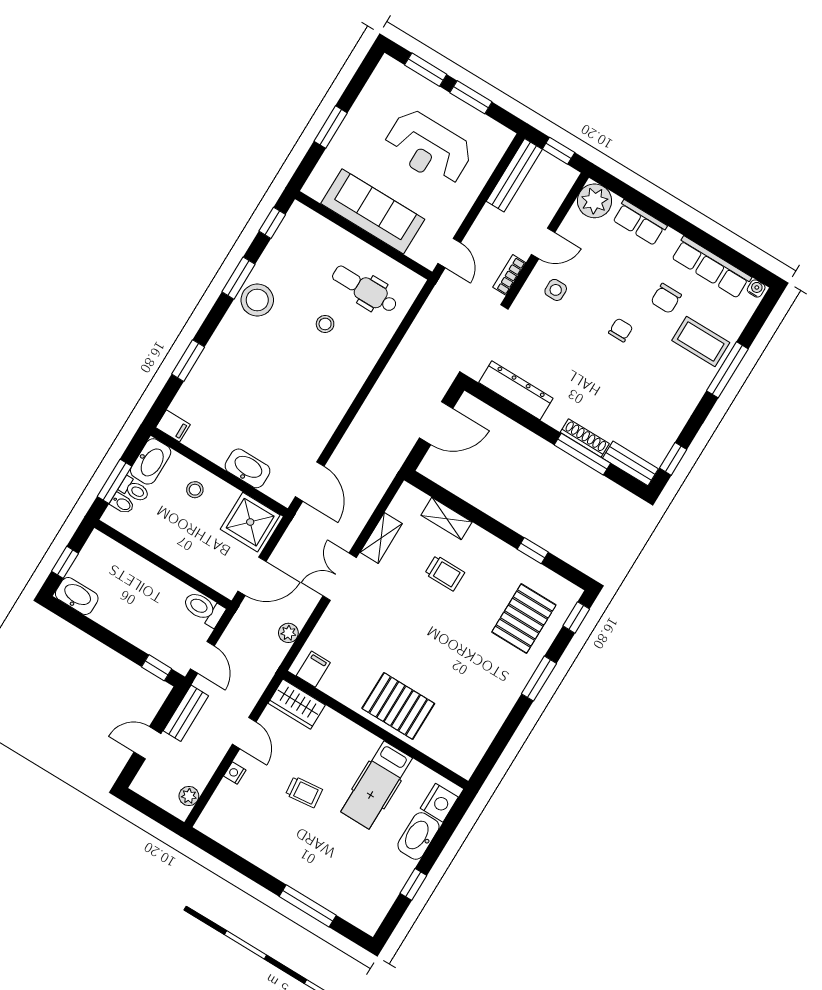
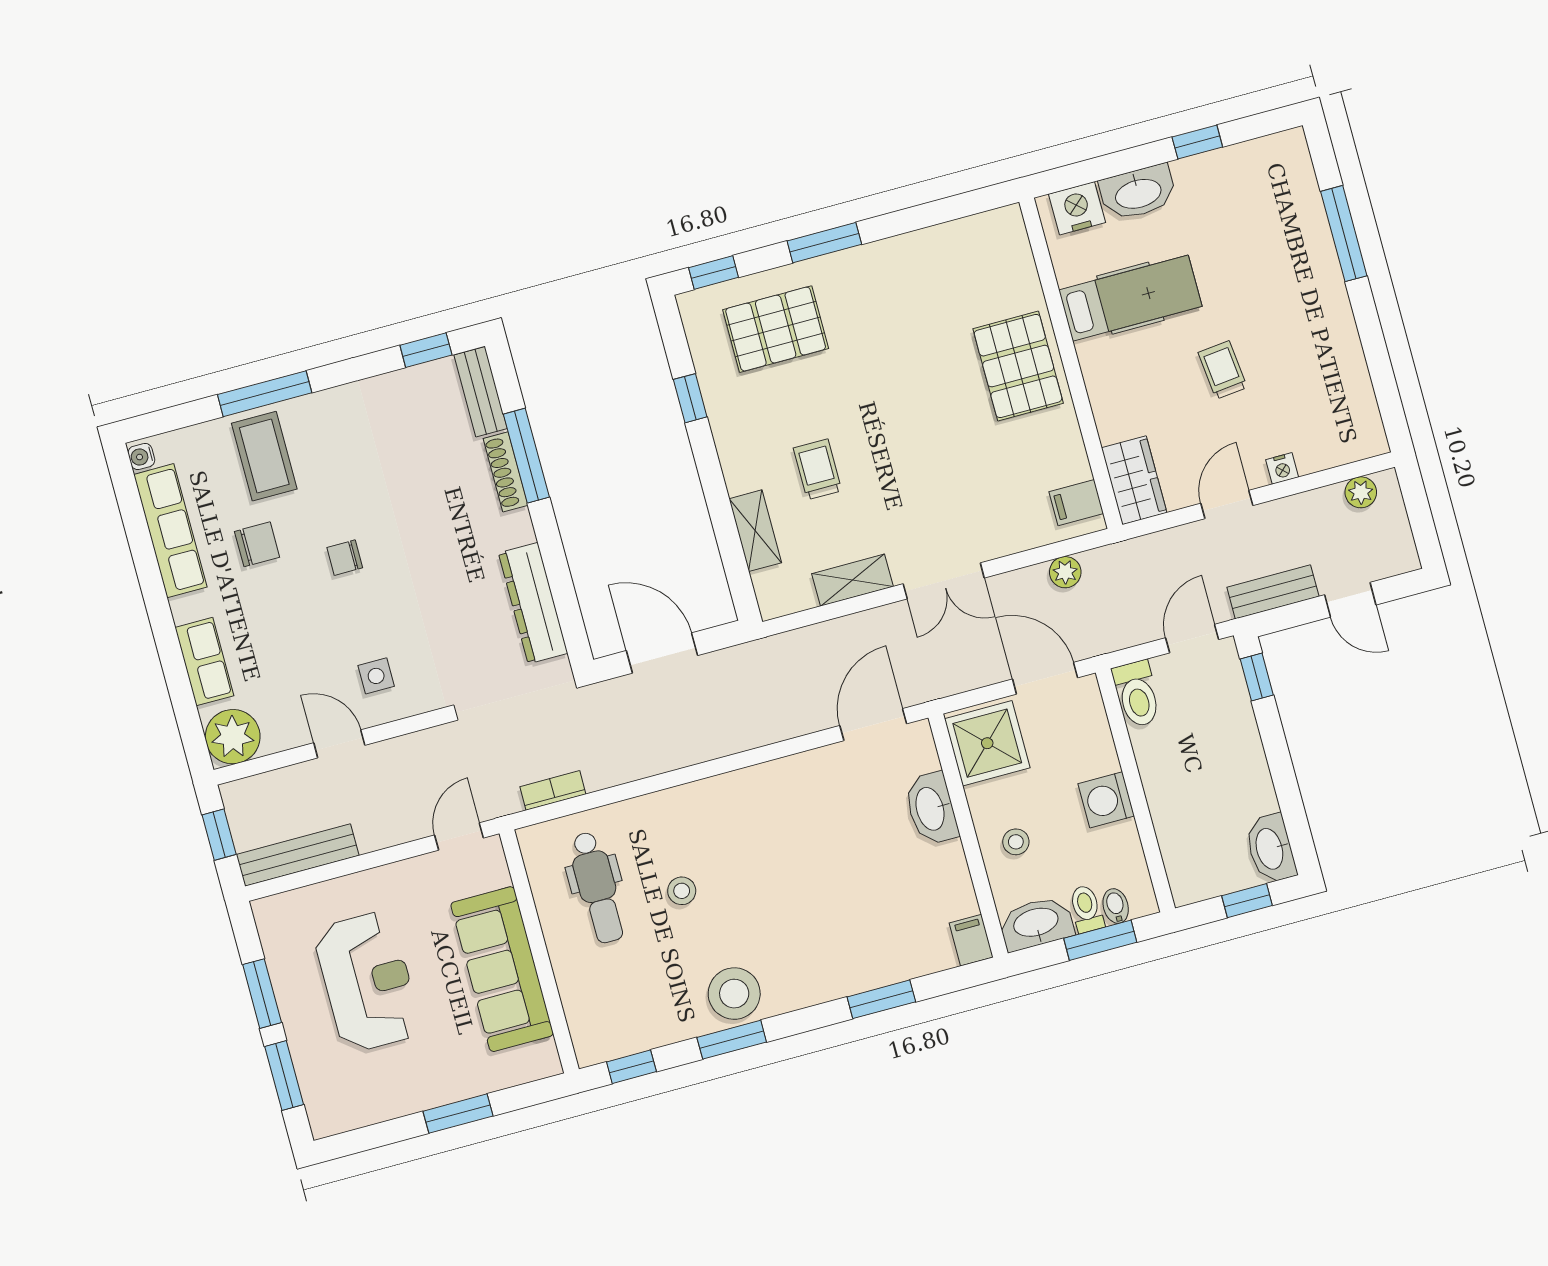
bookcase: (509, 275) -> (553, 790), moved, turned 180
washing machine: (172, 547) -> (1106, 800), added

